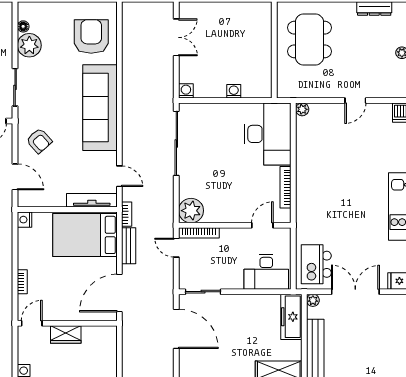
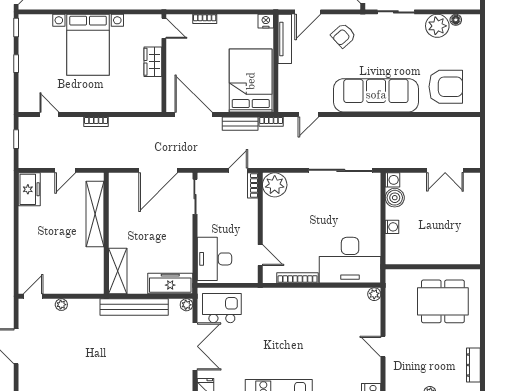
boiler: (204, 88) -> (395, 198), added
tv unit: (92, 200) -> (285, 39), moved
bookcase: (199, 233) -> (253, 185), width x0.64

